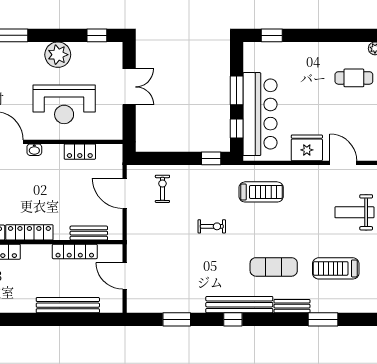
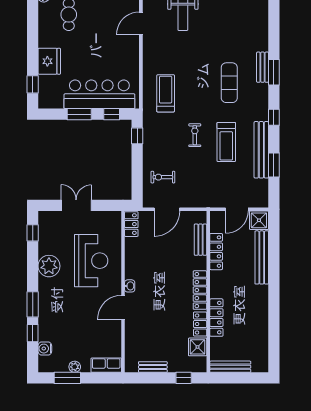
fridge: (307, 148) -> (49, 61), moved, turned 180
locker: (80, 152) -> (131, 224), moved
treadmill: (336, 268) -> (226, 142), moved
shower: (112, 302) -> (259, 220), added
bench: (239, 305) -> (261, 150), moved
window: (323, 319) -> (274, 72), moved

